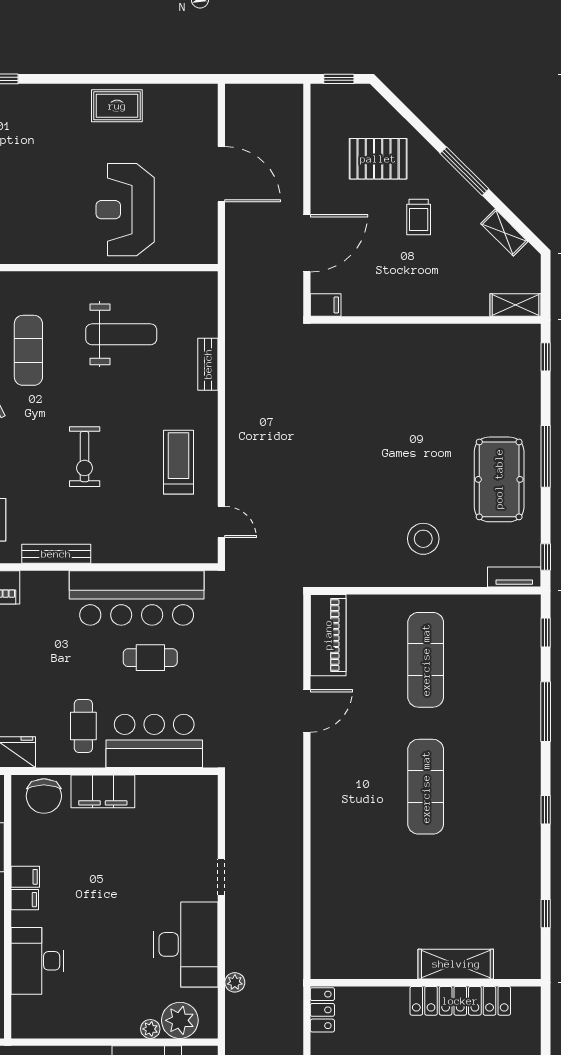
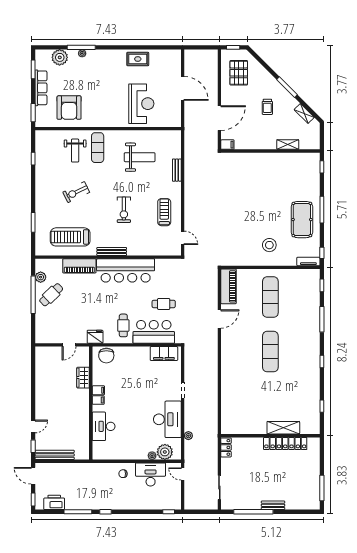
pallet: (378, 159) -> (239, 73), moved, turned 90
reception desk: (125, 210) -> (141, 104), turned 180
shelving: (516, 305) -> (288, 145), moved
exercise mat: (28, 350) -> (98, 148), moved
bar counter: (137, 598) -> (126, 270), moved
cafe table: (150, 658) -> (164, 304), moved
filing cabinet: (103, 791) -> (164, 354), moved

